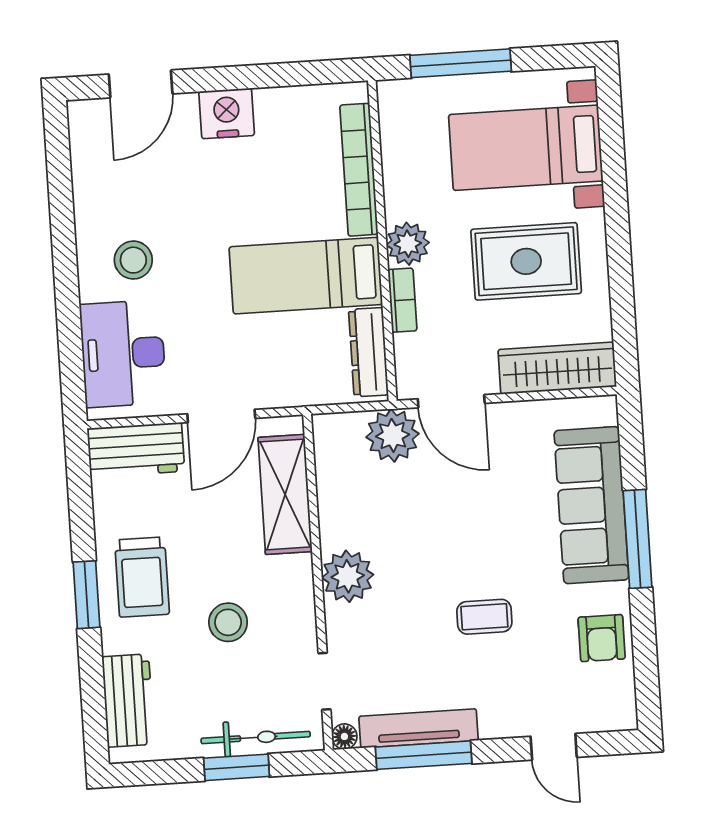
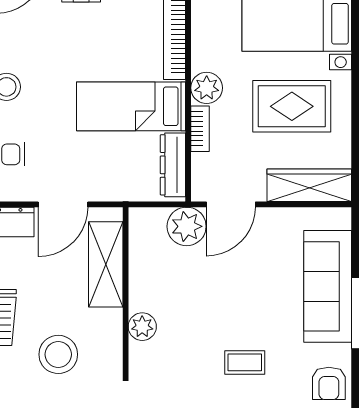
door: (451, 401) -> (231, 204), hinge flipped
plant: (348, 576) -> (142, 327), width x0.73, depth x0.73
stool: (228, 622) -> (58, 354), width x1.38, depth x1.38

